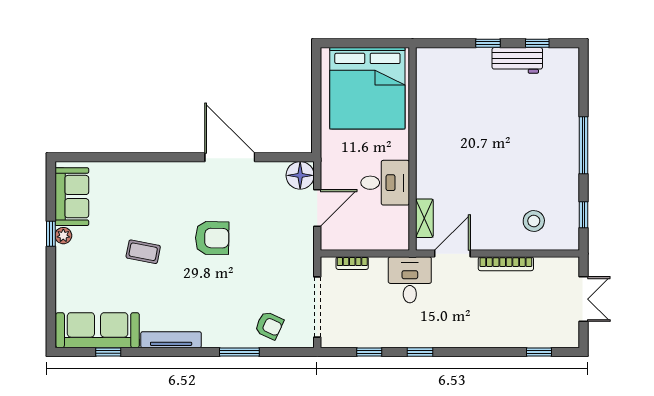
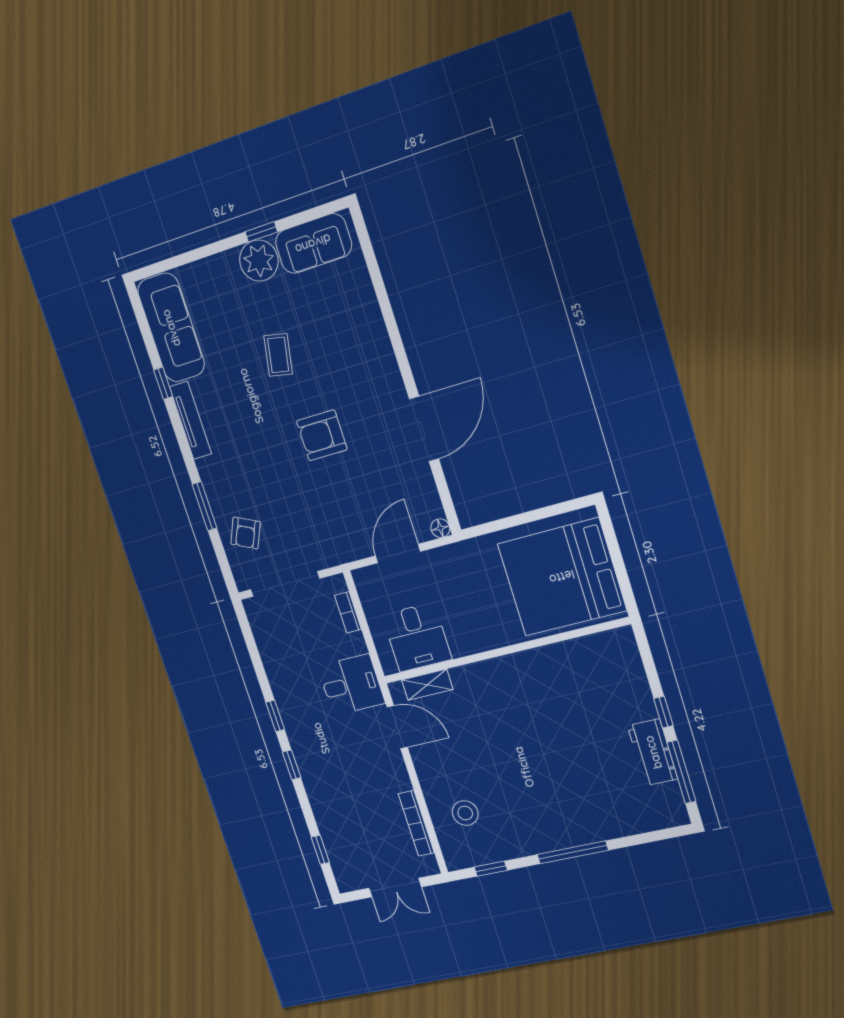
window: (537, 43) -> (681, 772), width x2.17
floor lamp: (300, 175) -> (440, 528), width x0.53, depth x0.53
desk: (385, 183) -> (417, 637), moved
door: (317, 208) -> (398, 554), swing flipped
plant: (63, 236) -> (259, 261), width x1.87, depth x1.87
armchair: (212, 238) -> (322, 435), turned 89
bookcase: (506, 264) -> (416, 823), moved
window: (108, 352) -> (163, 383), moved
window: (369, 352) -> (292, 765), moved

